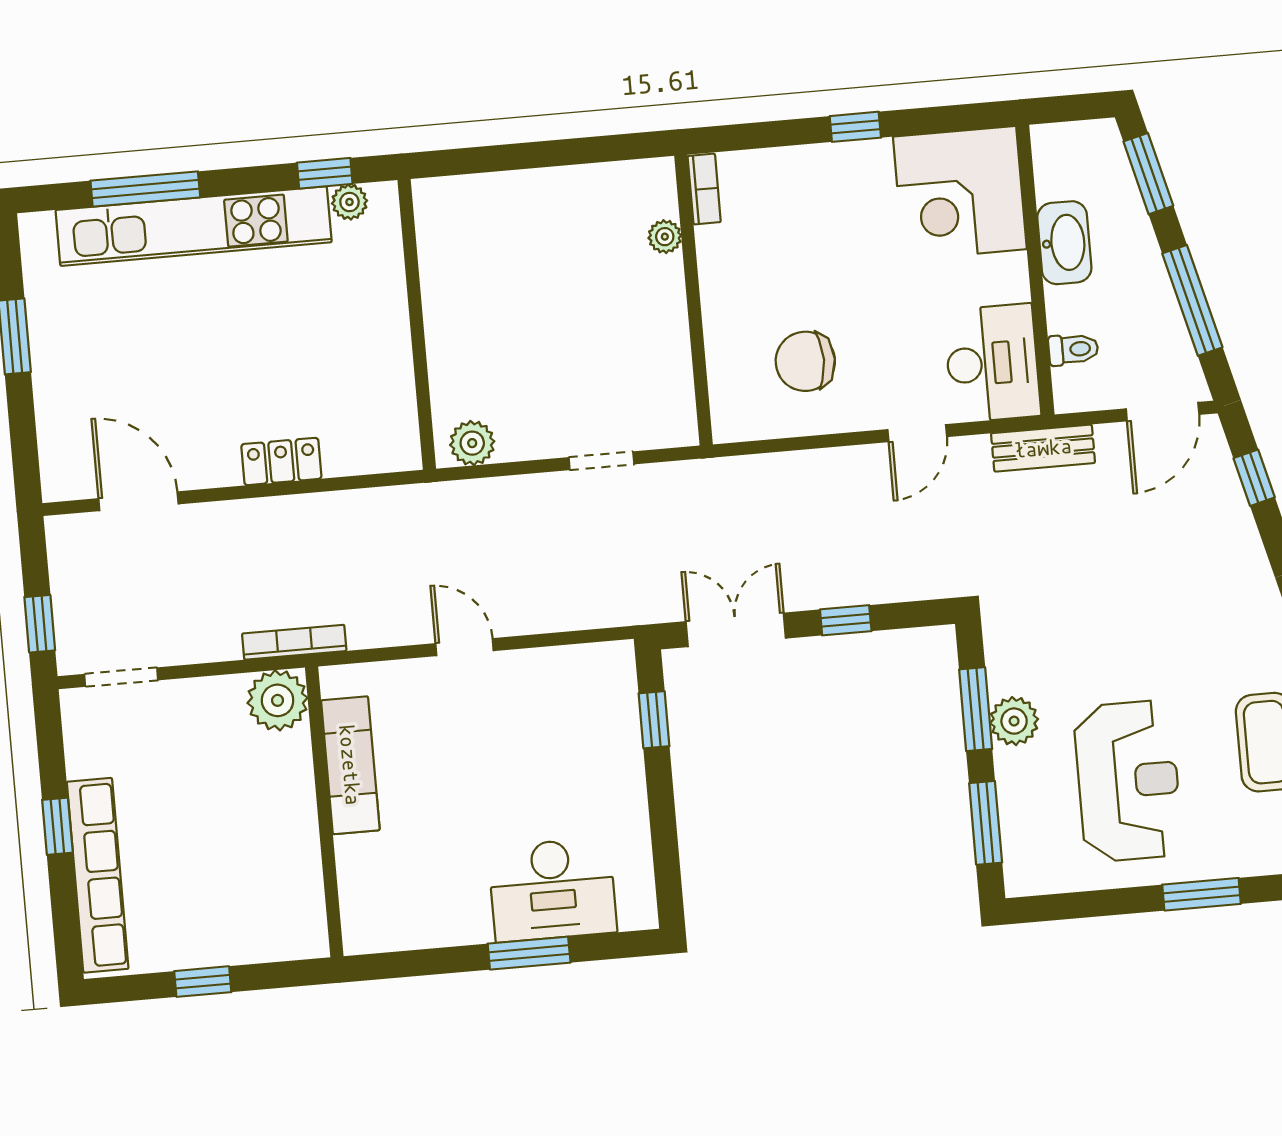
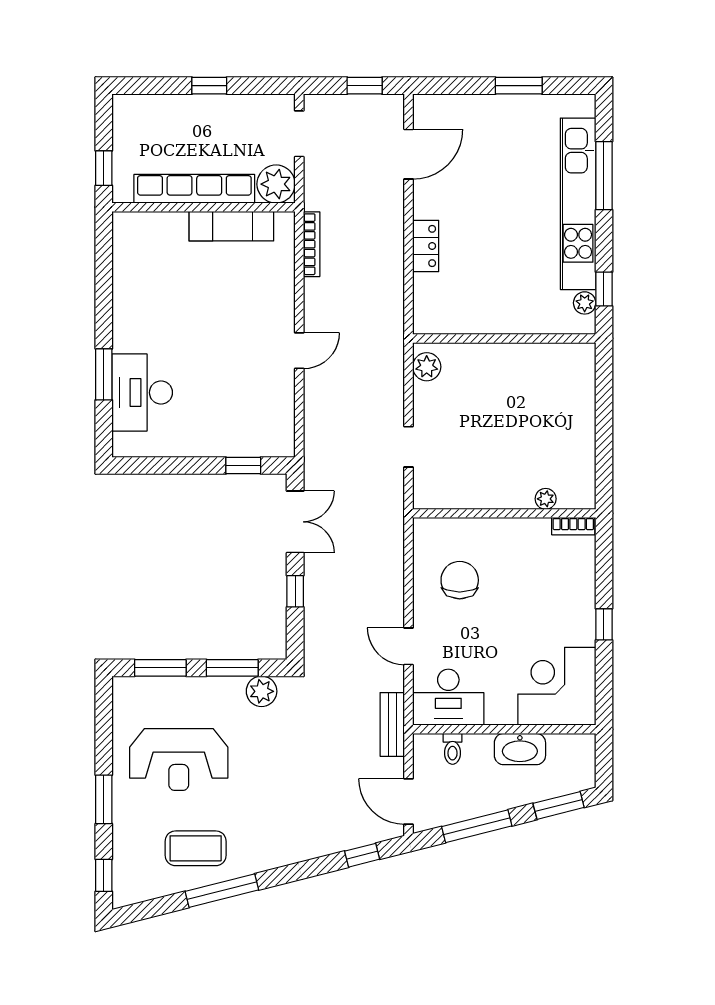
window: (40, 624) -> (365, 86), moved
plant: (278, 700) -> (276, 184), moved
plant: (1014, 721) -> (262, 691), moved
exam couch: (350, 765) -> (231, 226), moved
wall: (324, 812) -> (204, 207), moved
row of seats: (98, 875) -> (194, 189), moved, turned 180

